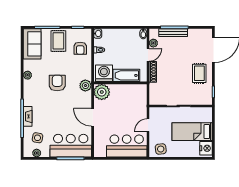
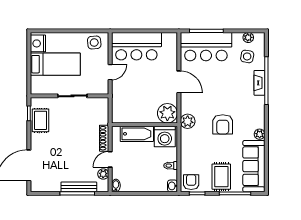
sofa: (32, 44) -> (254, 166), width x1.36
armchair: (80, 48) -> (191, 182), moved
rug: (199, 73) -> (41, 120), moved

